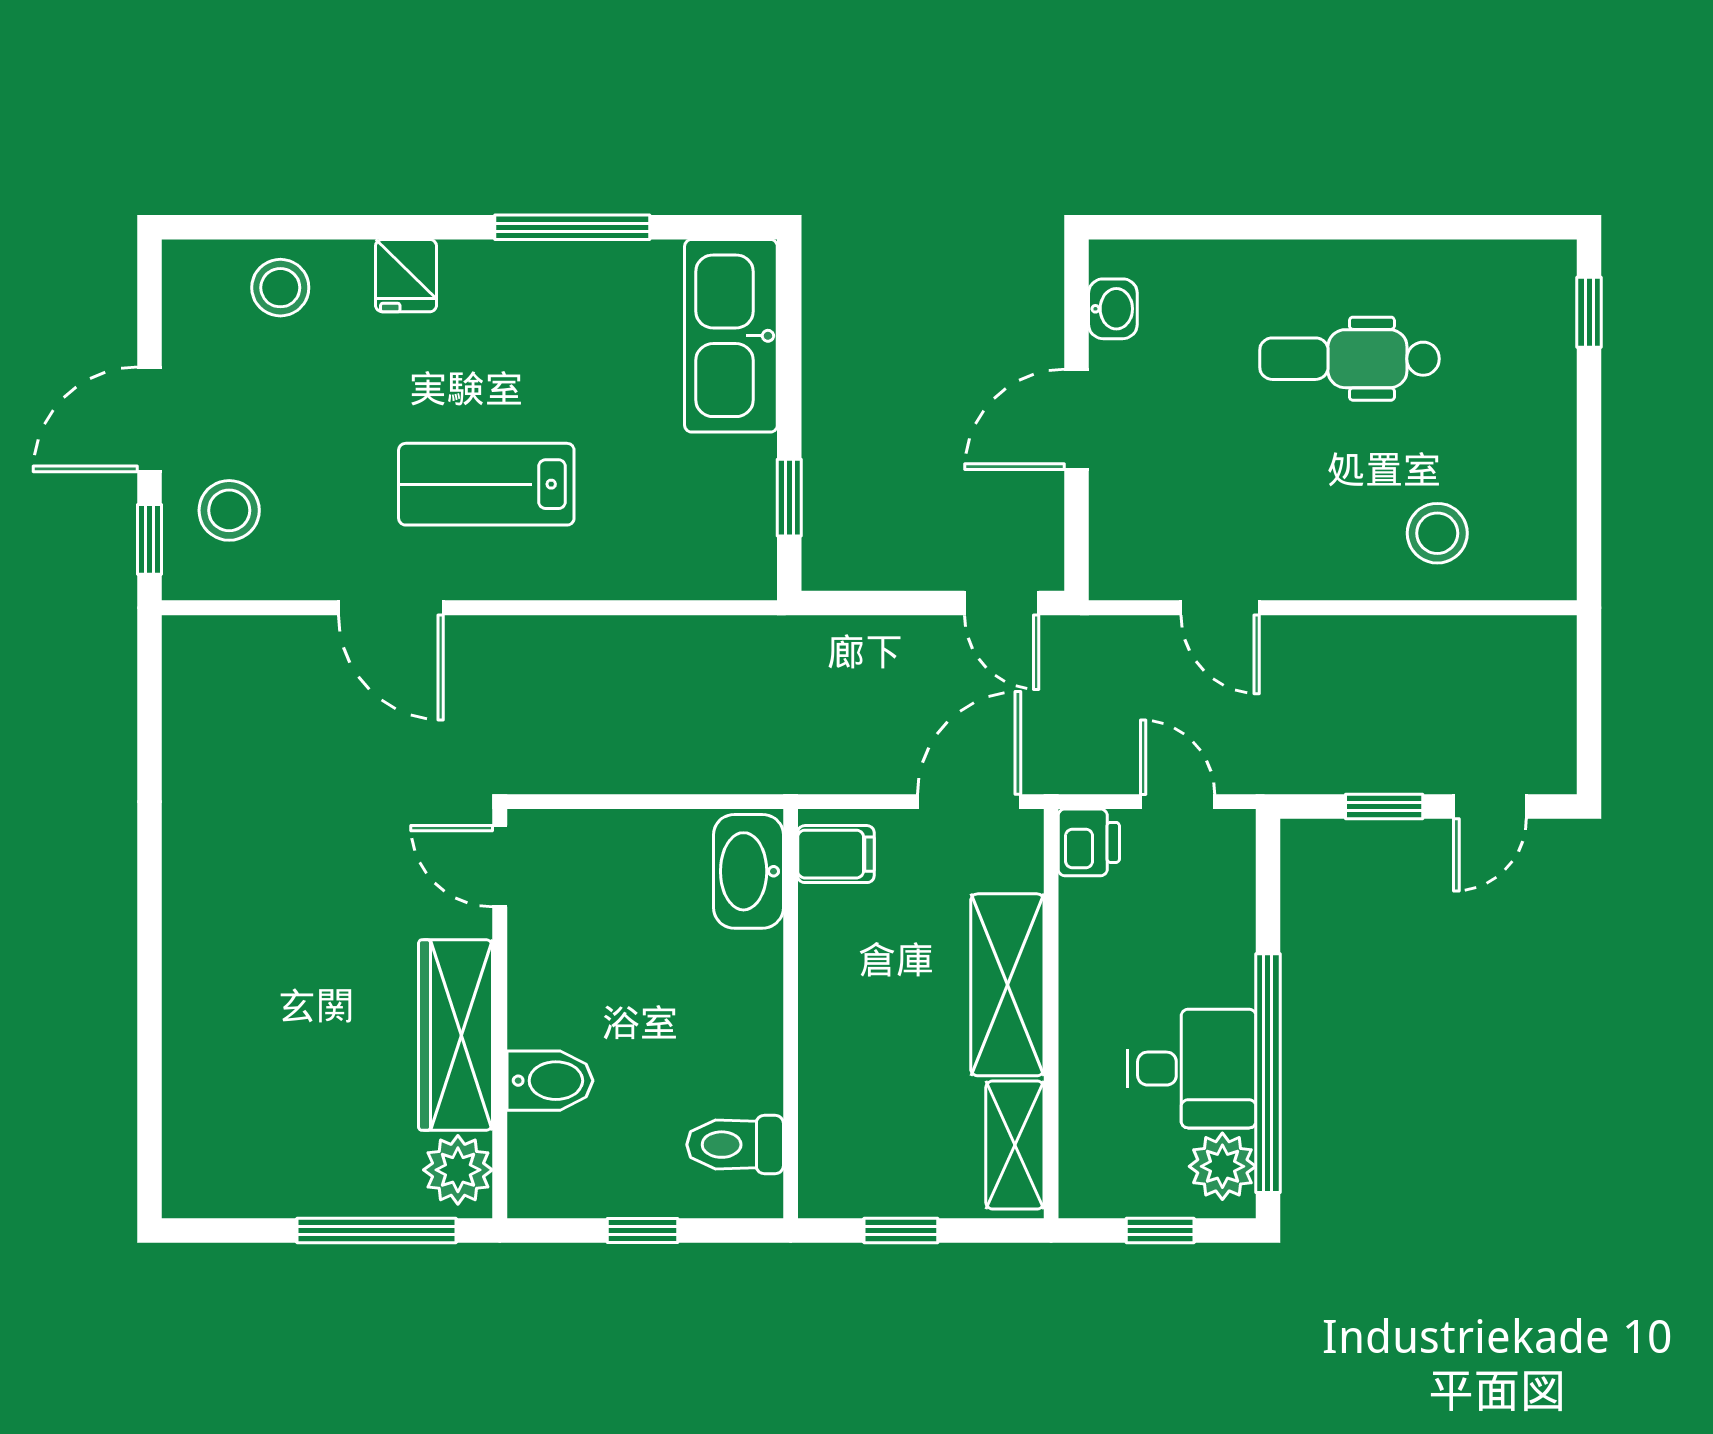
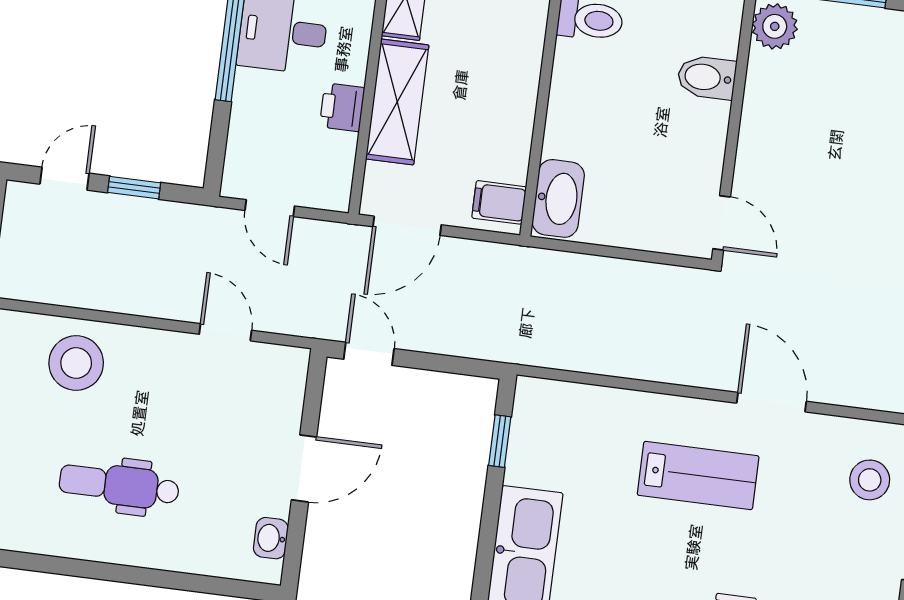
dental chair: (1350, 359) -> (119, 485), turned 180
stool: (1437, 533) -> (76, 363), width x1.38, depth x1.38
printer: (1089, 842) -> (342, 107), moved
wardrobe: (456, 1035) -> (765, 115), removed

